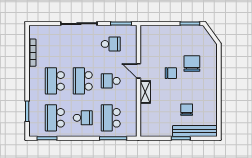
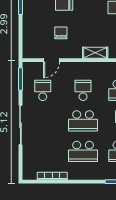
door: (138, 71) -> (52, 60), moved
chair: (171, 73) -> (61, 33), moved
school desk: (111, 81) -> (83, 90), turned 180

